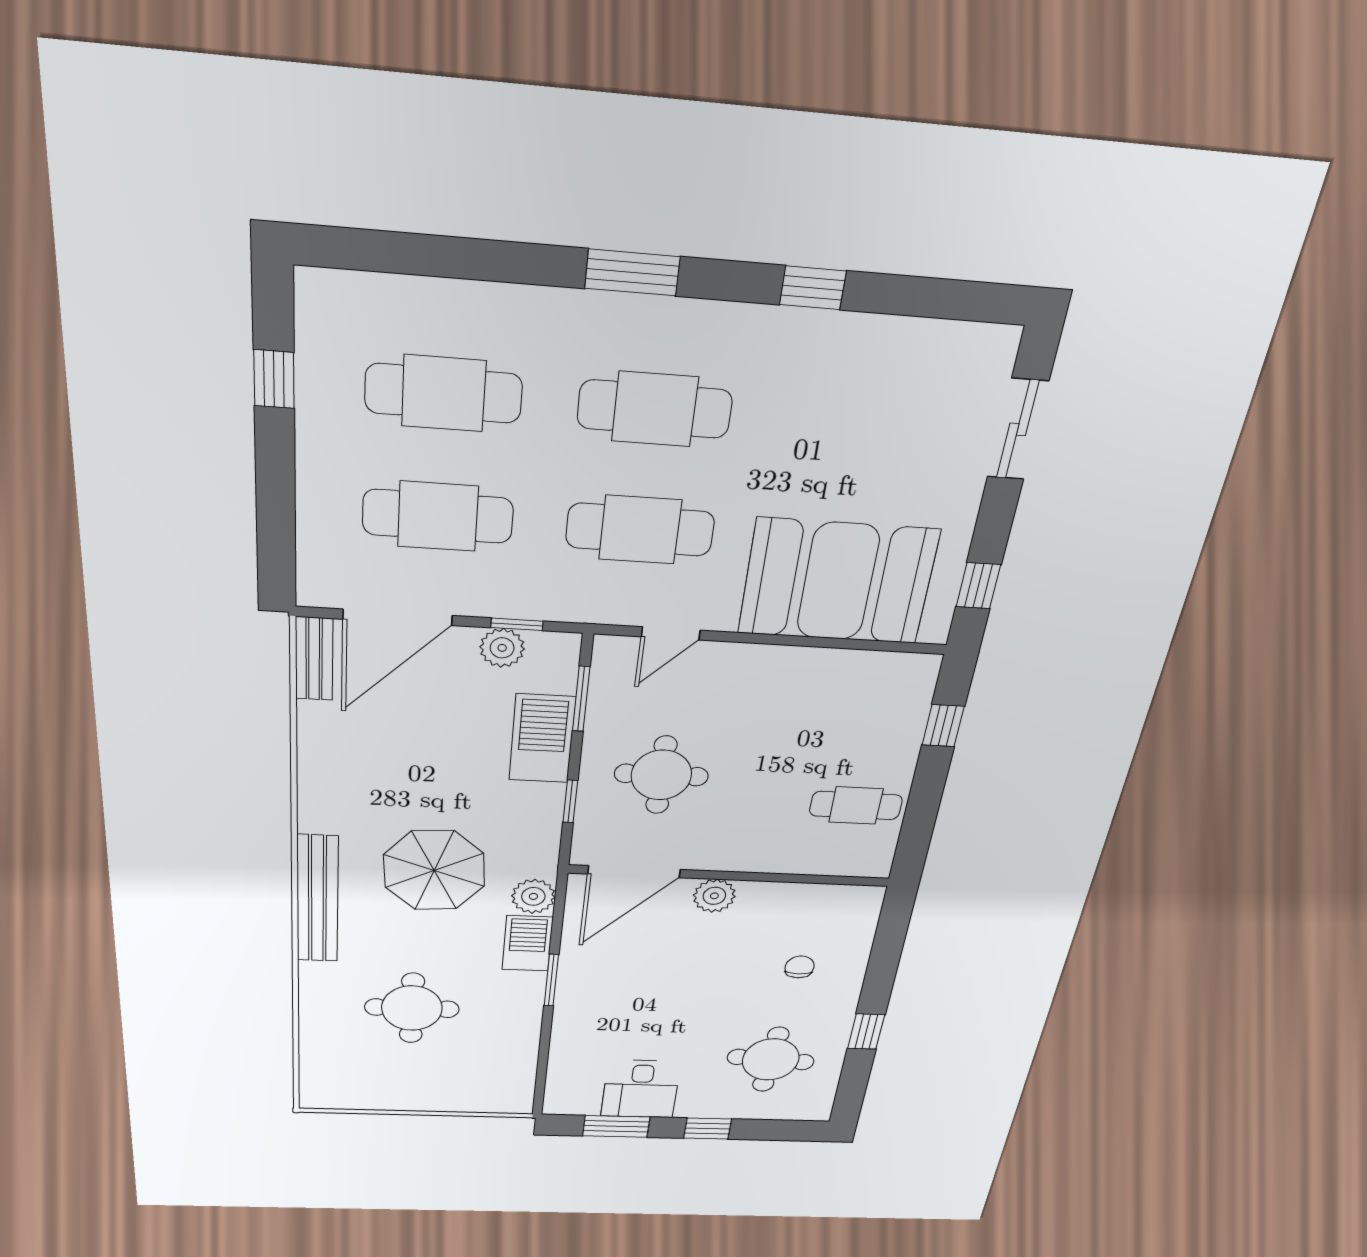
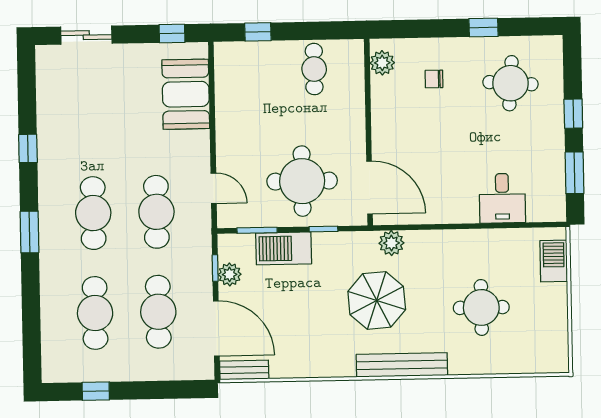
booth: (838, 582) -> (186, 94), width x0.73, depth x0.70
round table: (661, 775) -> (302, 181), width x1.36, depth x1.36
plant: (714, 896) -> (382, 63), moved
barbecue: (528, 943) -> (554, 261), moved, turned 90
window: (551, 980) -> (454, 226), removed
desk: (641, 1089) -> (502, 198), moved, turned 90

